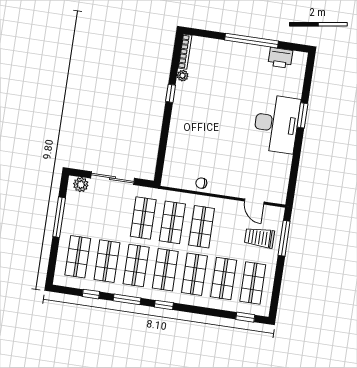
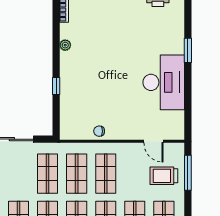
plant: (183, 76) -> (65, 45), moved
window: (171, 93) -> (56, 86), moved
desk: (276, 124) -> (164, 82), moved

